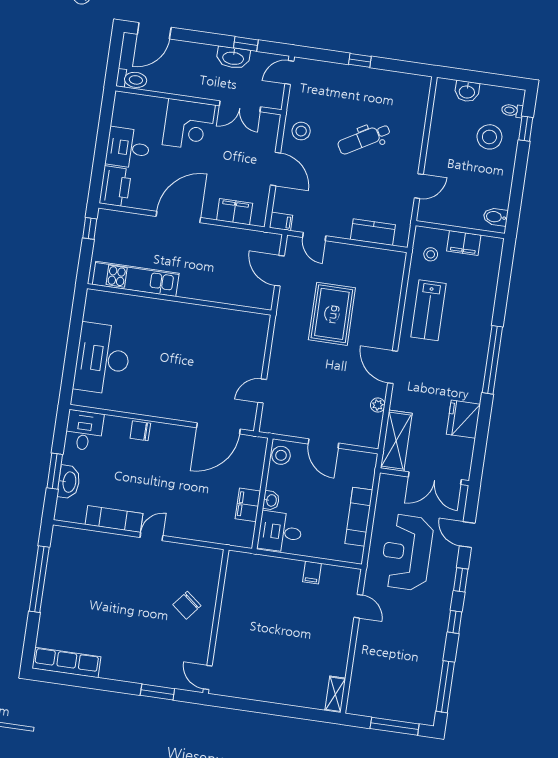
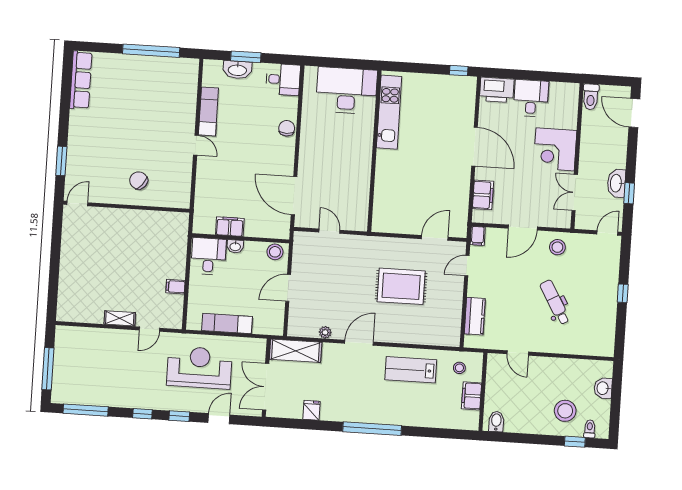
door: (289, 72) -> (607, 233), hinge flipped
kitchen unit: (136, 279) -> (389, 112), moved
wall: (179, 299) -> (374, 151), moved
fridge: (463, 419) -> (311, 410), width x0.53, depth x0.75
shelving: (335, 694) -> (120, 318), moved

